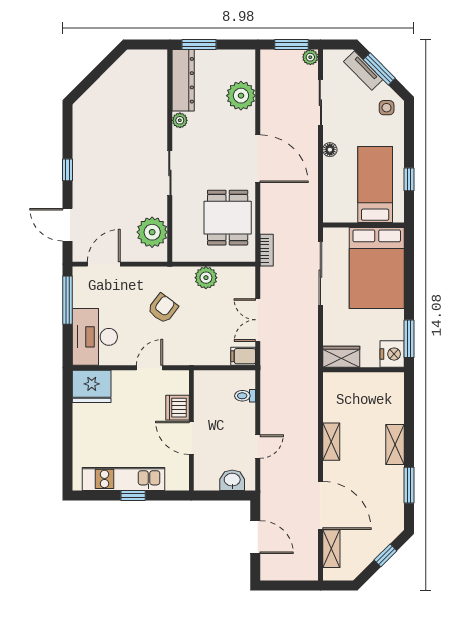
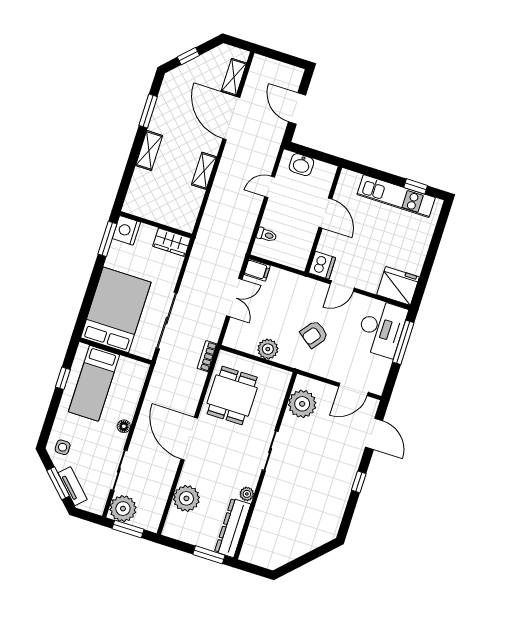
plant: (310, 57) -> (123, 509), width x1.88, depth x1.88
window: (68, 300) -> (403, 342), moved
dishwasher: (177, 408) -> (322, 265), moved
window: (133, 495) -> (416, 186), moved

